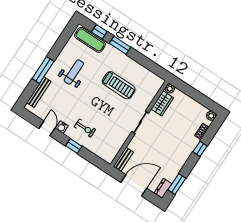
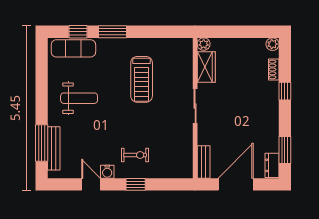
window: (43, 70) -> (42, 143), moved
weight bench: (74, 72) -> (79, 98), turned 90
treadmill: (119, 85) -> (142, 79), turned 90

